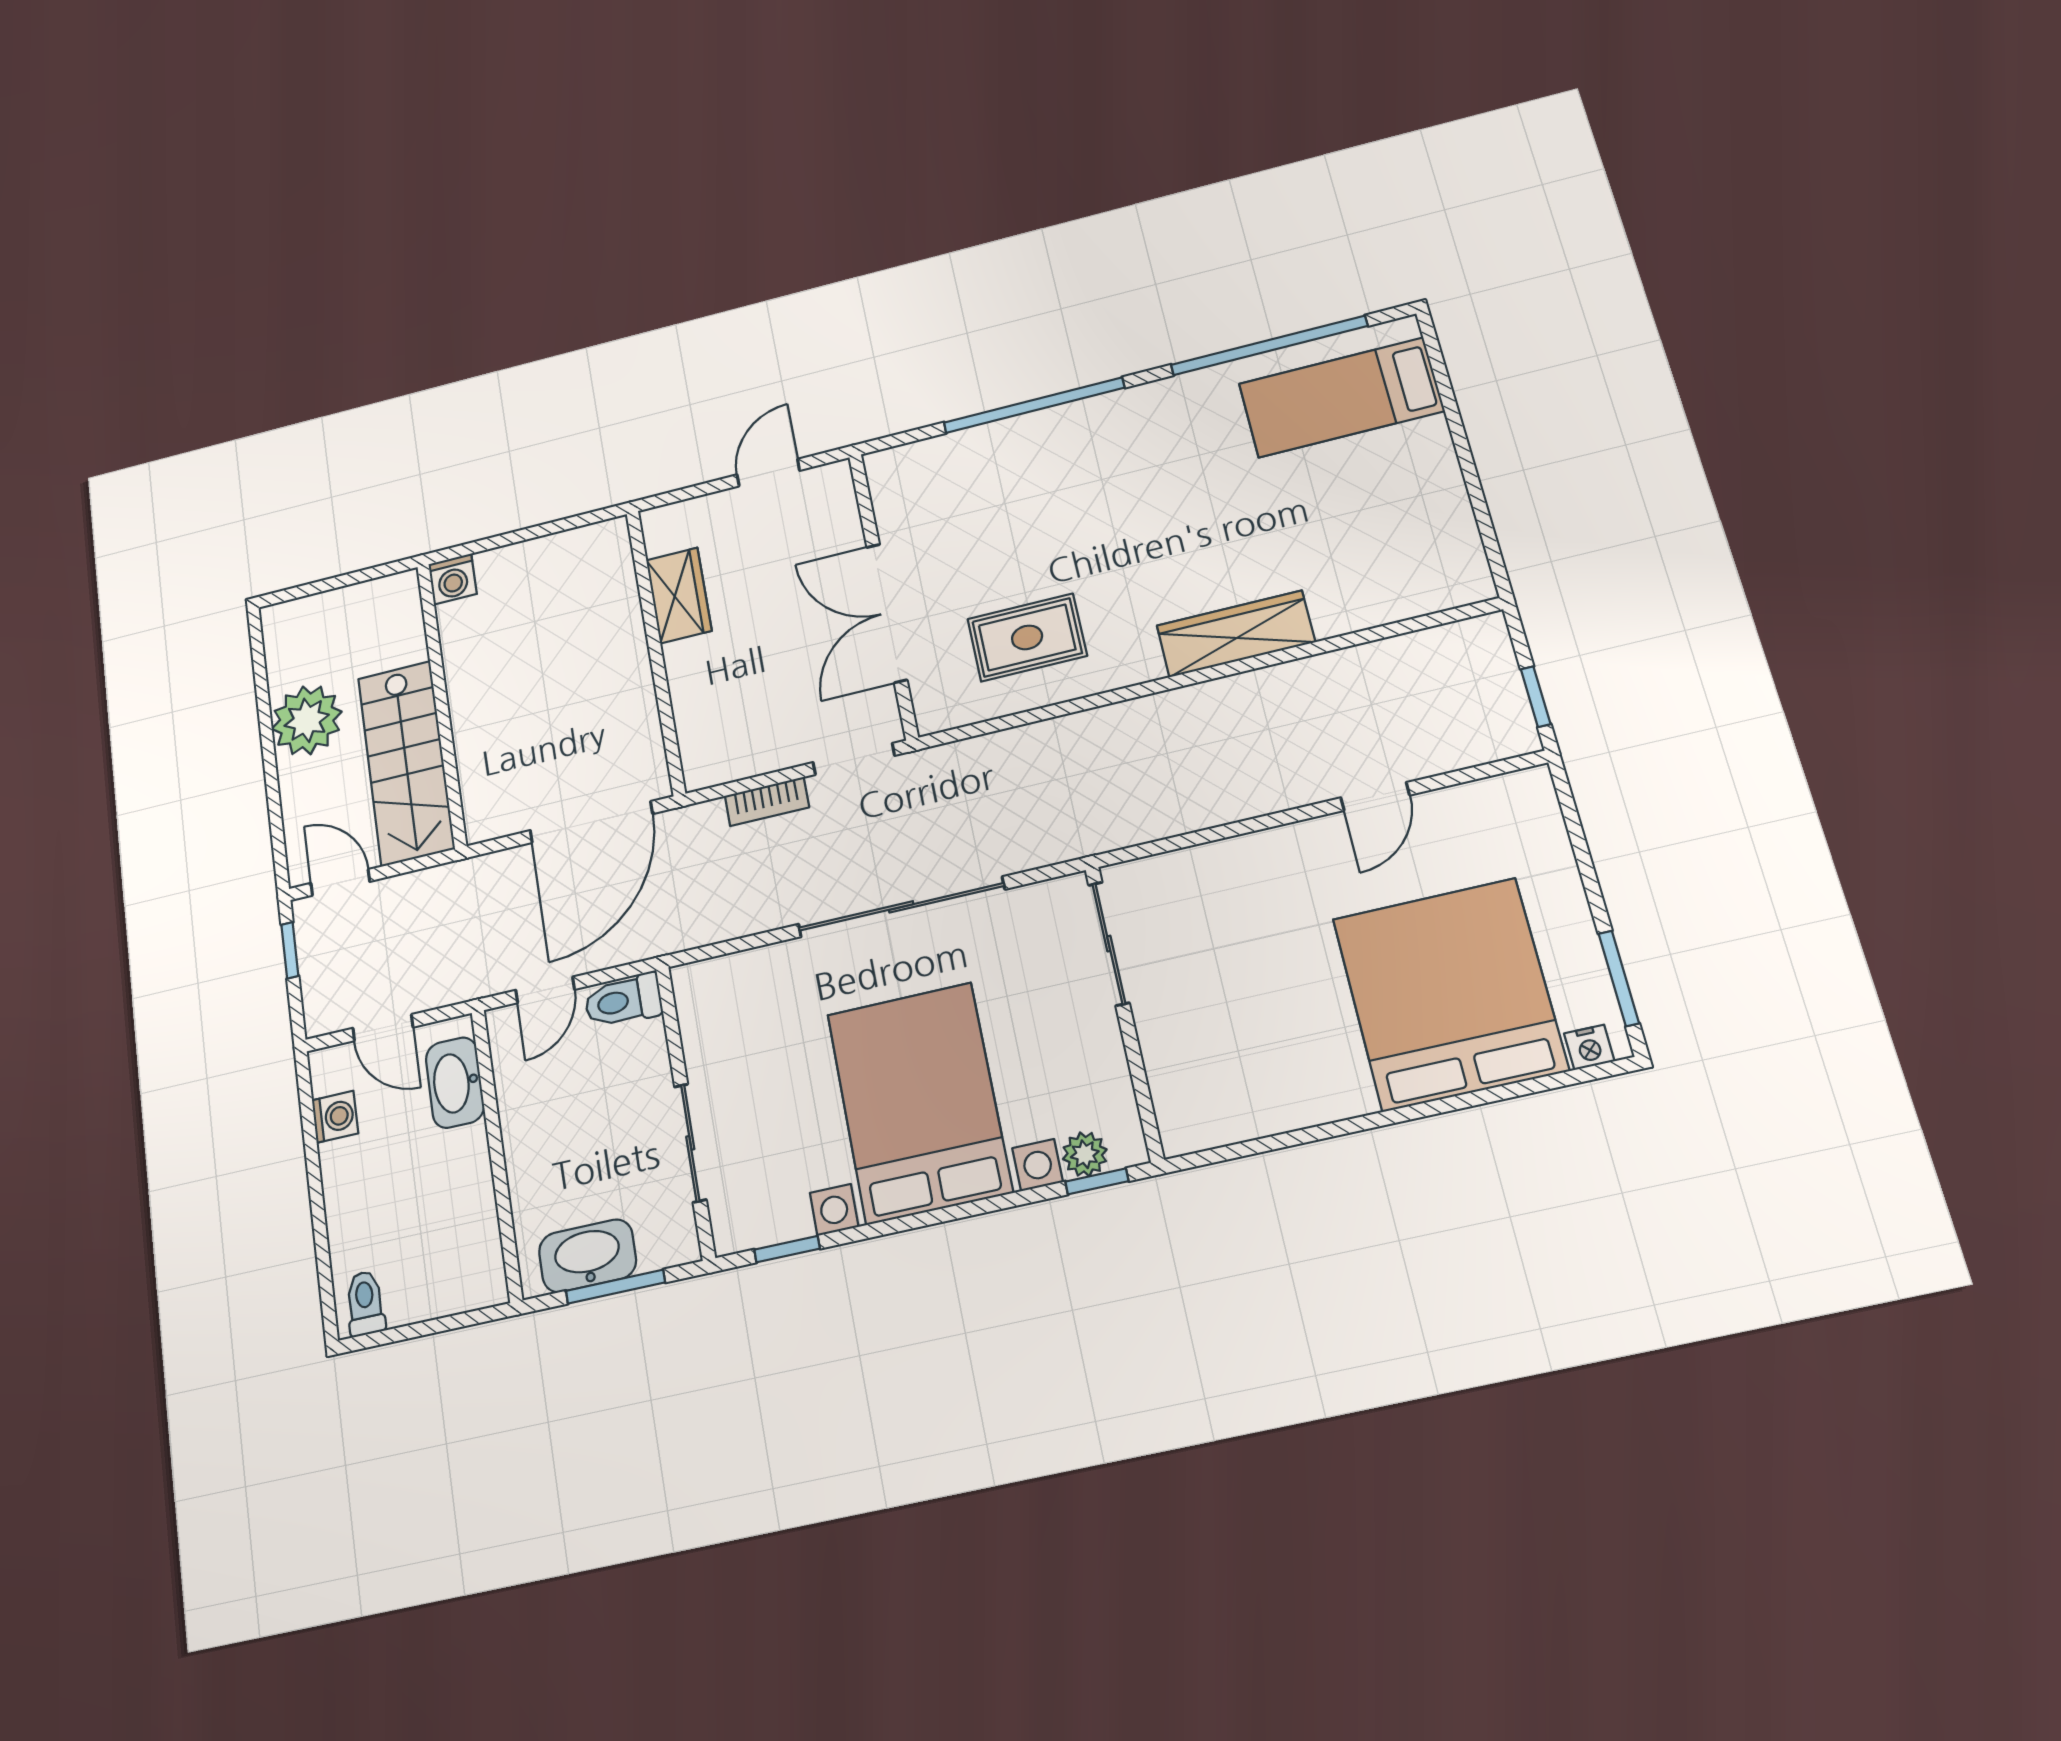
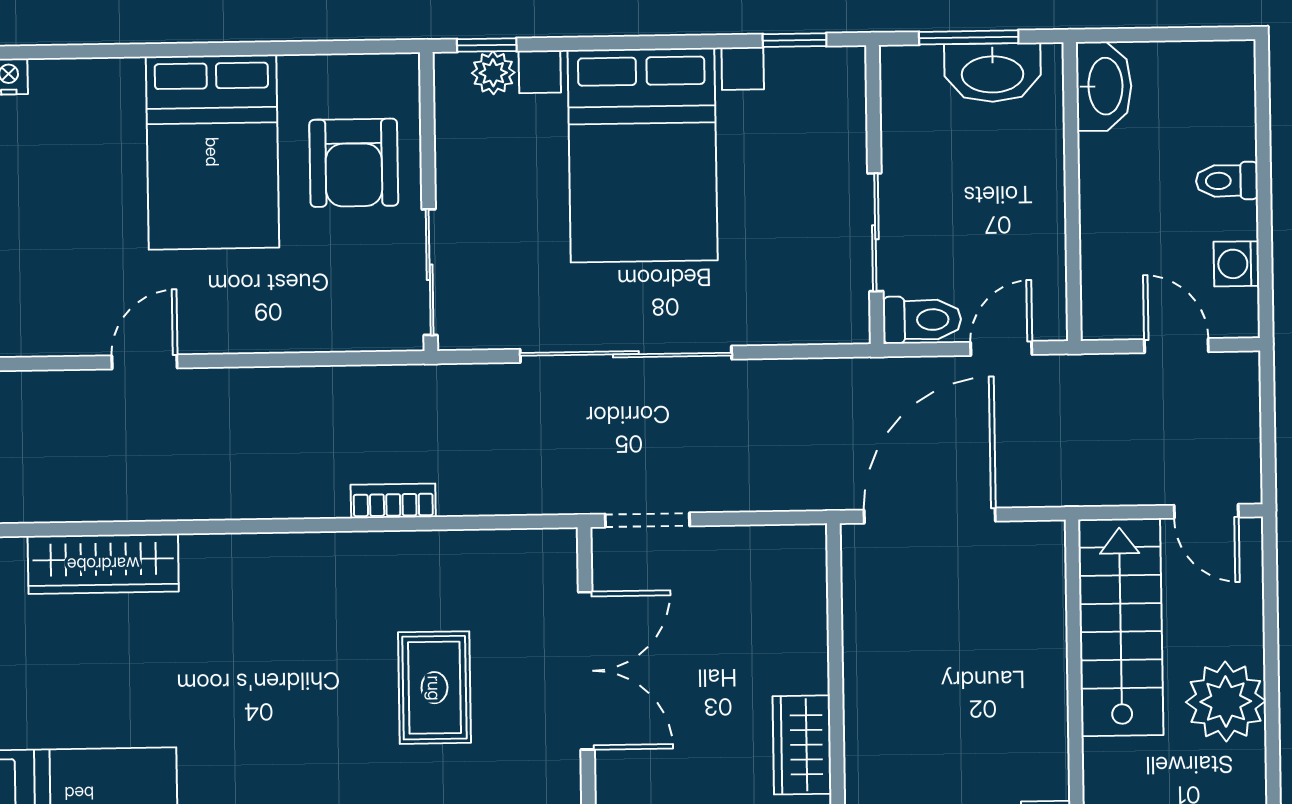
wardrobe: (1236, 634) -> (103, 564), moved
rug: (1027, 637) -> (434, 688), moved, turned 90
bookcase: (767, 802) -> (393, 501), moved
window: (290, 950) -> (1268, 450), removed
bed: (1449, 994) -> (212, 152), moved, width x0.73
armchair: (1208, 1035) -> (354, 163), added
washbasin: (455, 1083) -> (1104, 86), moved
sliding door: (690, 1143) -> (875, 232), moved
toilet: (365, 1303) -> (1227, 181), moved, turned 90

